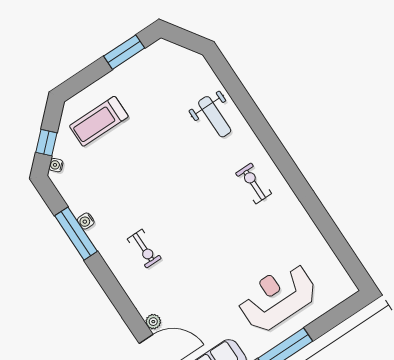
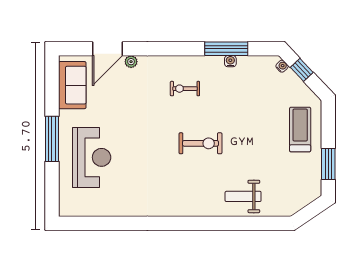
treadmill: (99, 121) -> (300, 130), moved
exercise bike: (254, 183) -> (201, 143), moved, width x1.38, depth x1.39

